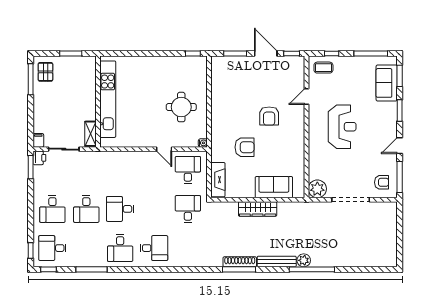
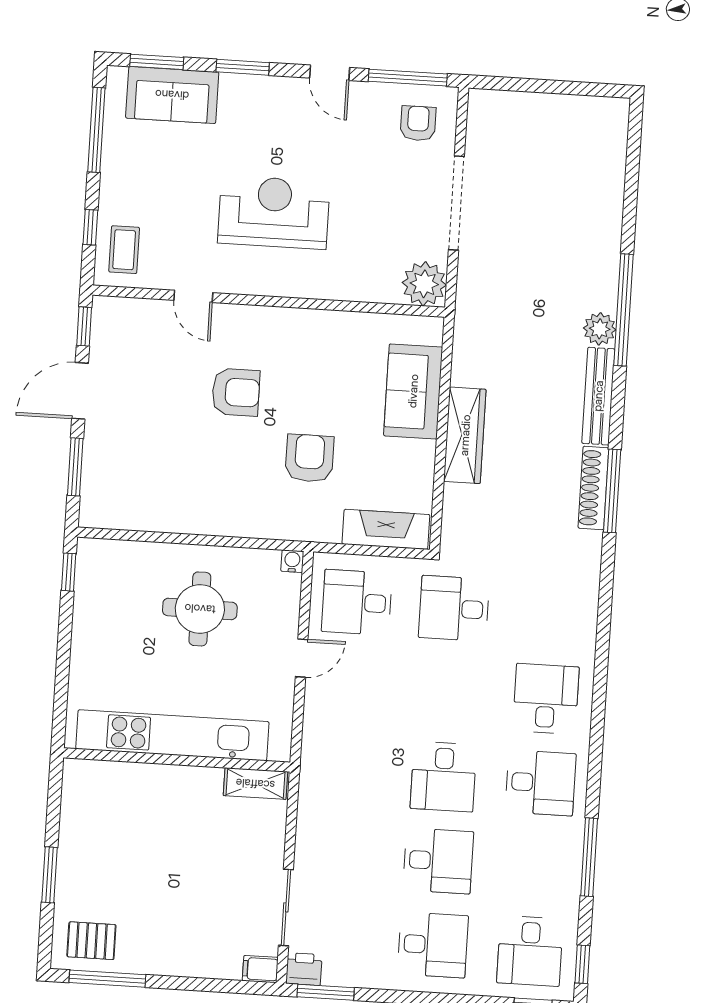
kitchen unit: (108, 99) -> (172, 735), moved
wall: (98, 102) -> (177, 760), moved
shelving: (90, 134) -> (255, 784), moved

